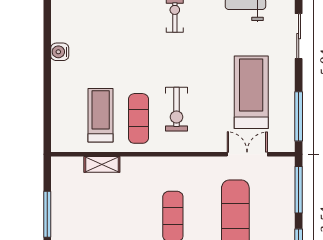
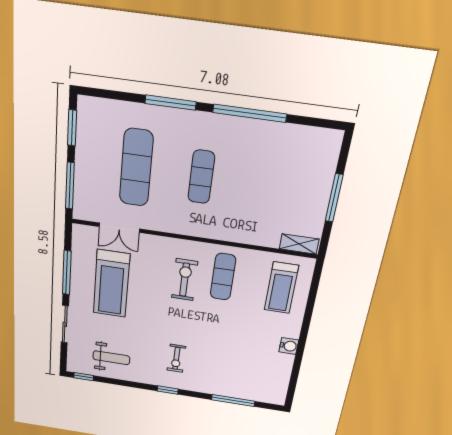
treadmill: (101, 115) -> (281, 288), moved
window: (299, 116) -> (67, 273), moved
shelving: (102, 164) -> (299, 244), moved

